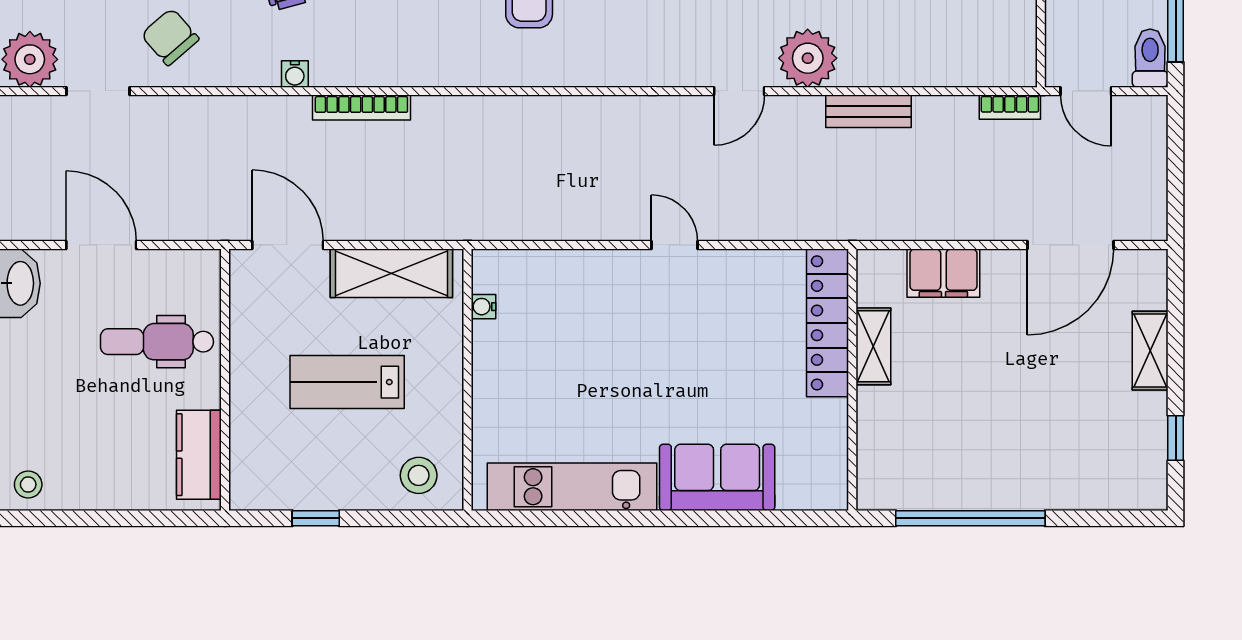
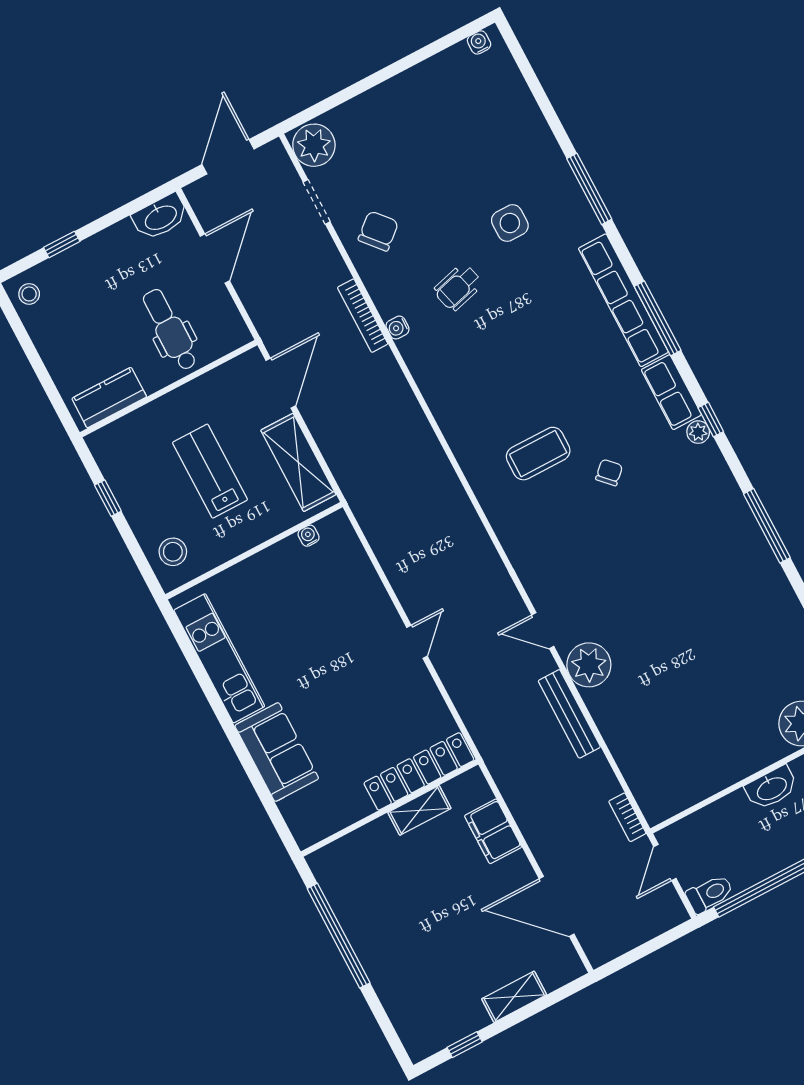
bookcase: (361, 107) -> (363, 316), moved
bench: (869, 111) -> (569, 714), width x1.36

